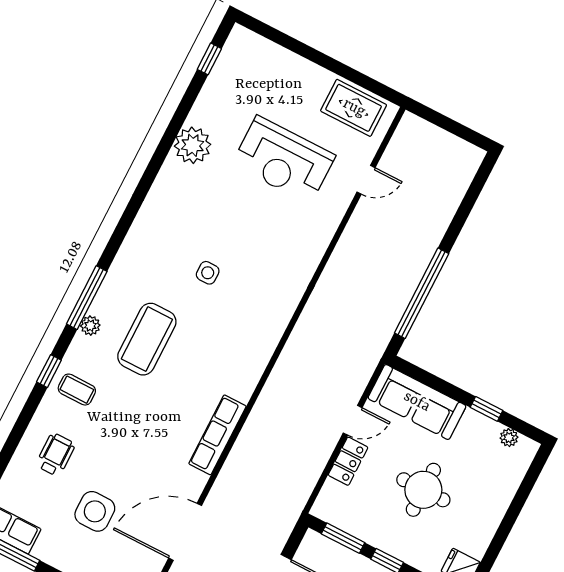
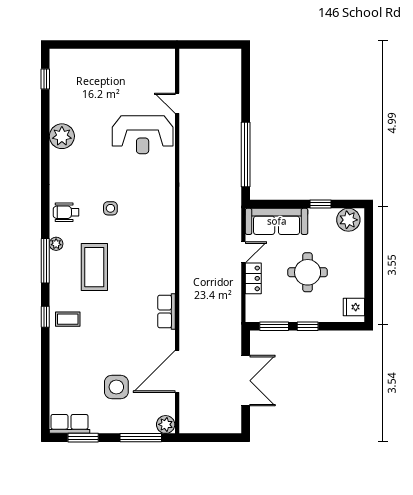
rug: (354, 108) -> (147, 64), removed
reception desk: (284, 160) -> (143, 135), moved
door: (366, 180) -> (177, 103), swing flipped
plant: (90, 326) -> (56, 244), moved
row of seats: (217, 435) -> (166, 312), width x0.68
plant: (509, 438) -> (348, 220), width x1.88, depth x1.88
wheelchair: (55, 455) -> (66, 212), moved, turned -90

